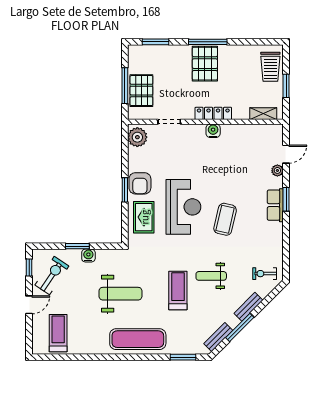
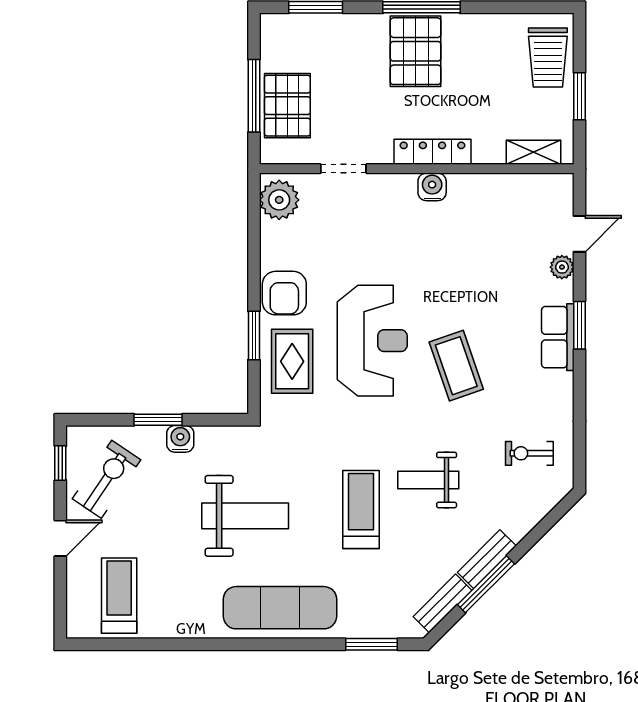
window: (125, 190) -> (254, 335), moved
coffee table: (225, 219) -> (456, 366), turned -32
exercise bike: (265, 274) -> (529, 453), moved
bench: (248, 307) -> (487, 559), moved

